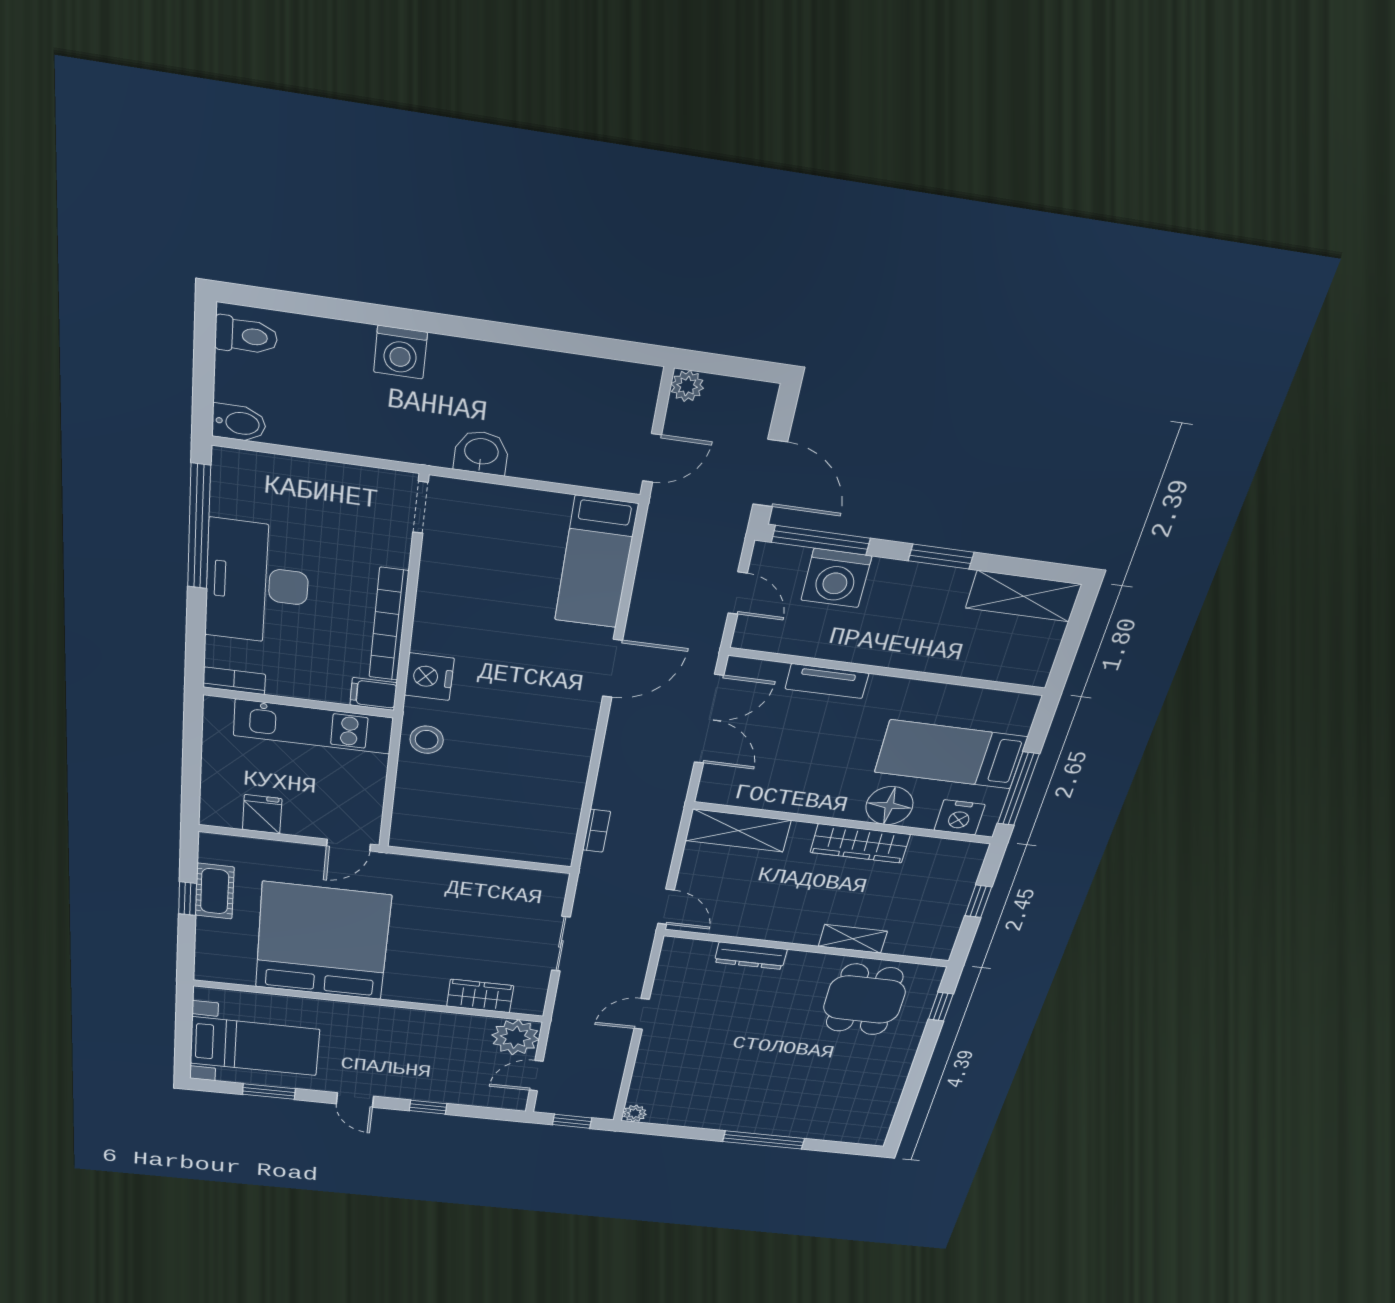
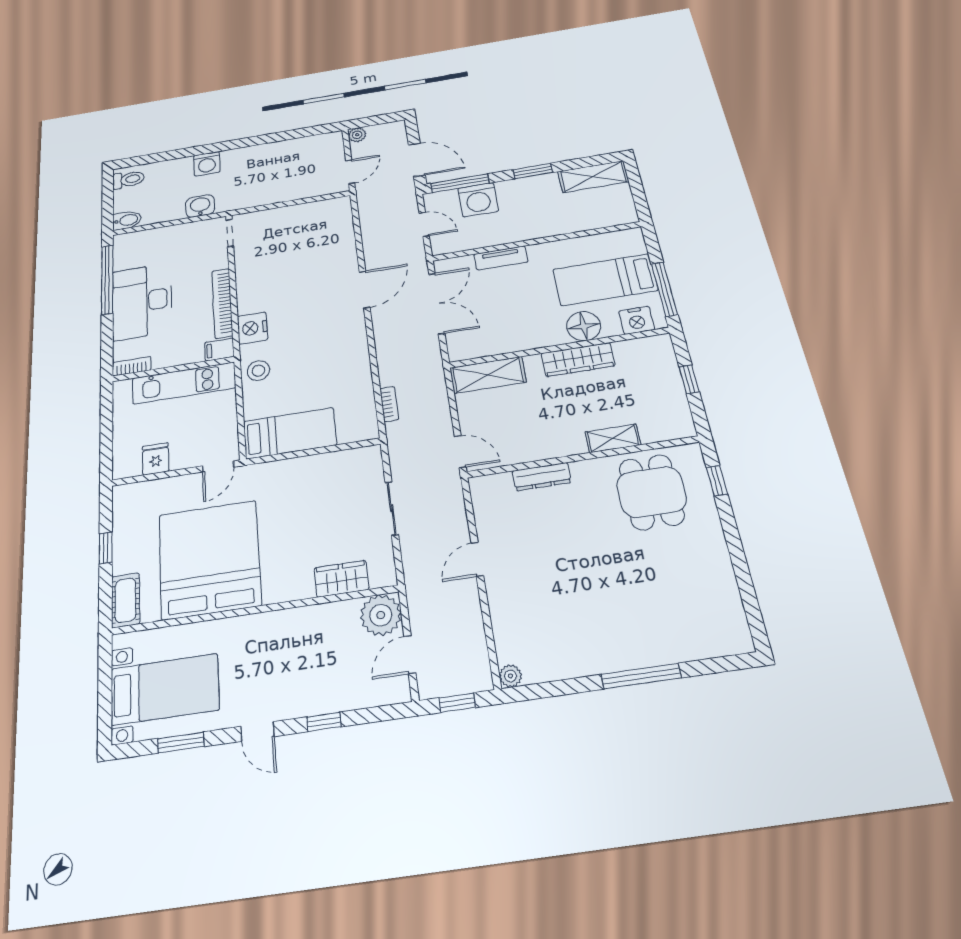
washbasin: (481, 453) -> (200, 206), moved
bed: (596, 563) -> (290, 433), moved, turned -90
cot: (215, 891) -> (125, 600), moved

